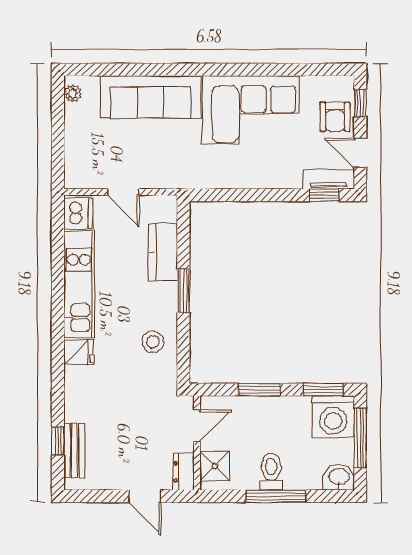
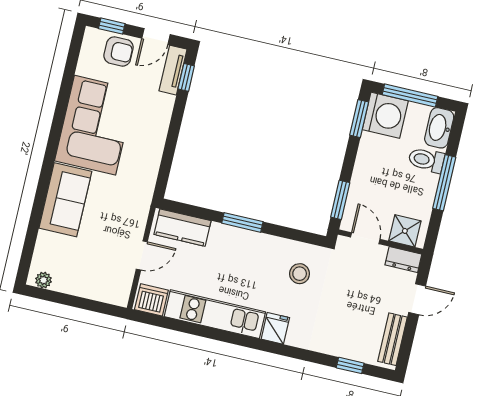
sofa: (150, 97) -> (65, 200), width x0.73
kitchen counter: (163, 252) -> (182, 228), moved
stool: (153, 342) -> (300, 274), moved
window: (259, 390) -> (340, 200), moved
bench: (74, 451) -> (392, 339), moved, turned 90
toilet: (271, 471) -> (426, 160), moved
washbasin: (339, 477) -> (439, 128), width x1.38

